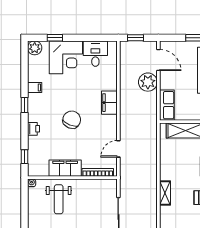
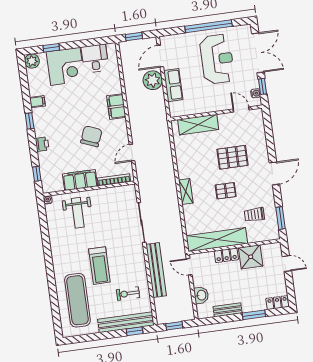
door: (158, 60) -> (160, 56), swing flipped
row of seats: (167, 105) -> (173, 85), moved
chair: (72, 120) -> (91, 136), moved

